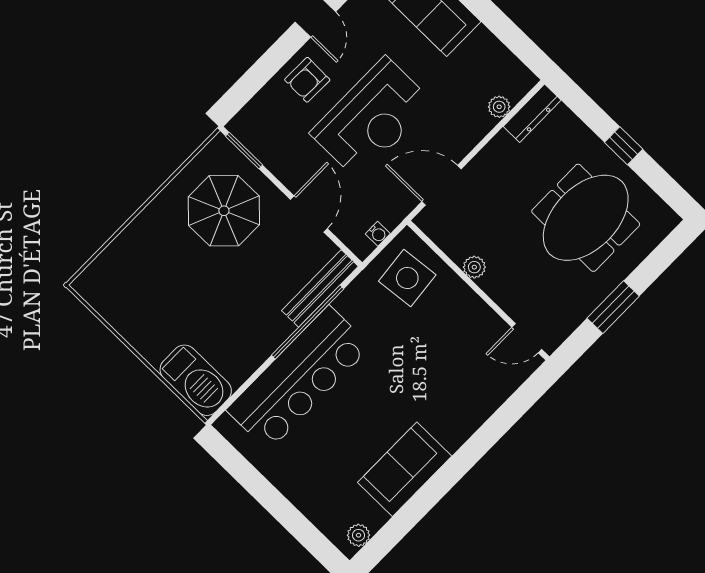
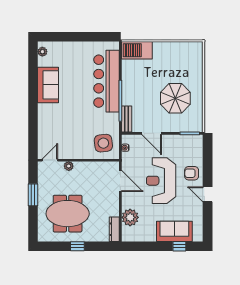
armchair: (307, 80) -> (192, 173), turned -91
plant: (499, 107) -> (130, 217), width x1.87, depth x1.87
door: (442, 185) -> (120, 181), hinge flipped
parasol: (224, 211) -> (175, 98), moved
meeting table: (586, 218) -> (68, 214), turned 90
plant: (474, 267) -> (69, 166), moved
bench: (320, 288) -> (127, 119), width x0.73

